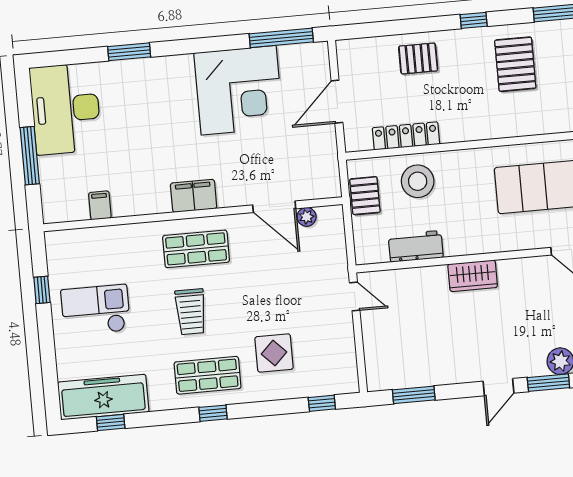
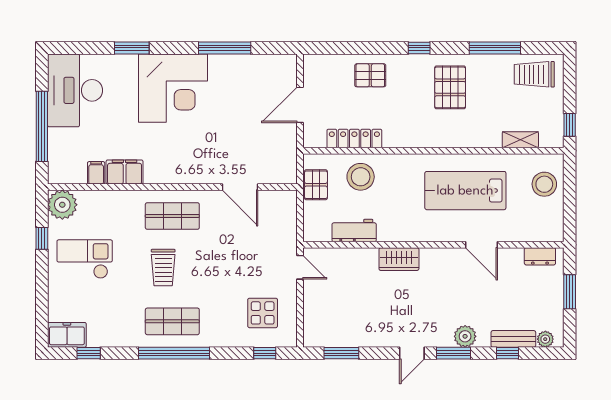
window: (281, 38) -> (225, 48), moved
corner desk: (239, 90) -> (173, 88), moved
window: (30, 156) -> (42, 126), width x1.46
filing cabinet: (194, 196) -> (125, 172), moved
plant: (307, 217) -> (62, 205), moved, width x1.87, depth x1.87
display table: (274, 353) -> (263, 313), moved
freezer: (103, 397) -> (67, 335), width x0.52, depth x0.79
window: (213, 413) -> (174, 353), width x3.17

